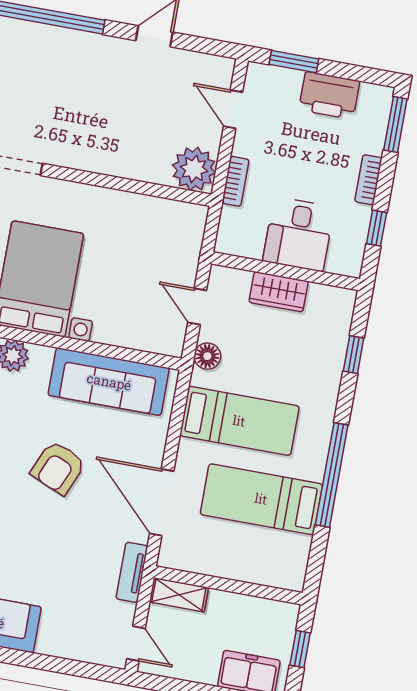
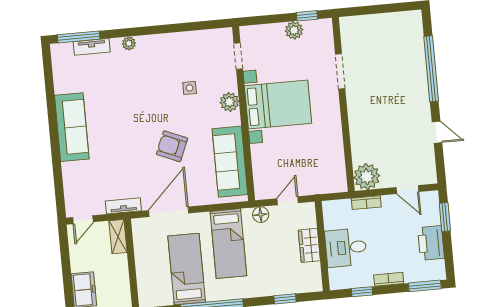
door: (233, 109) -> (407, 190), swing flipped

